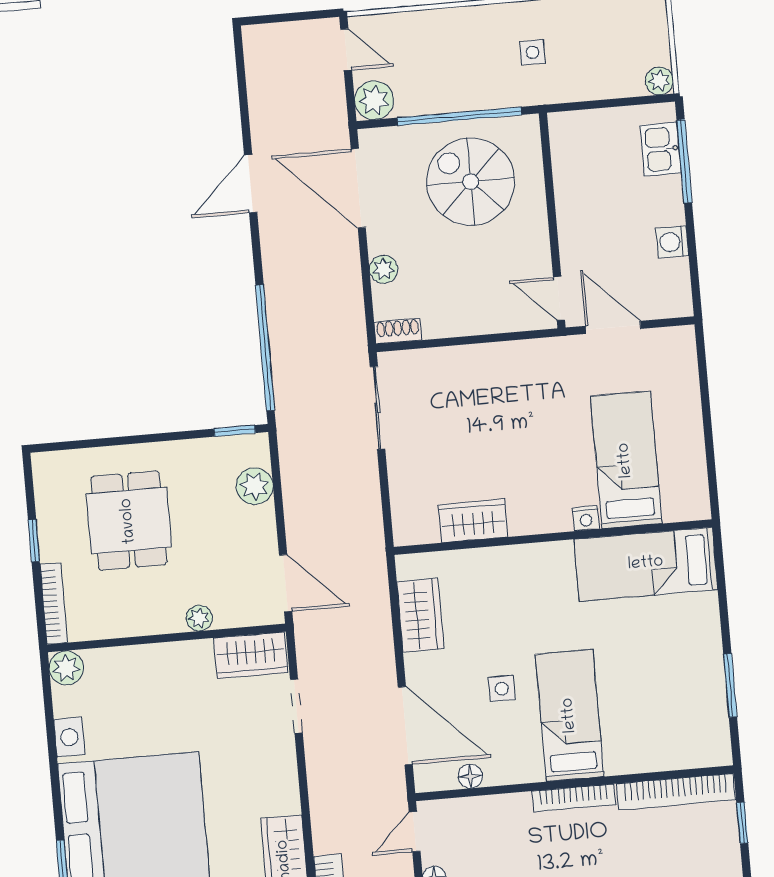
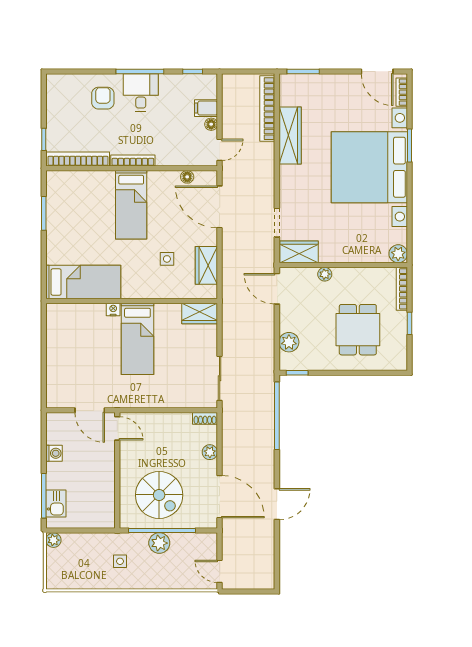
plant: (374, 100) -> (159, 543), moved
bed: (626, 460) -> (137, 339), moved
wardrobe: (473, 521) -> (200, 313), moved
side table: (502, 689) -> (167, 259), moved

